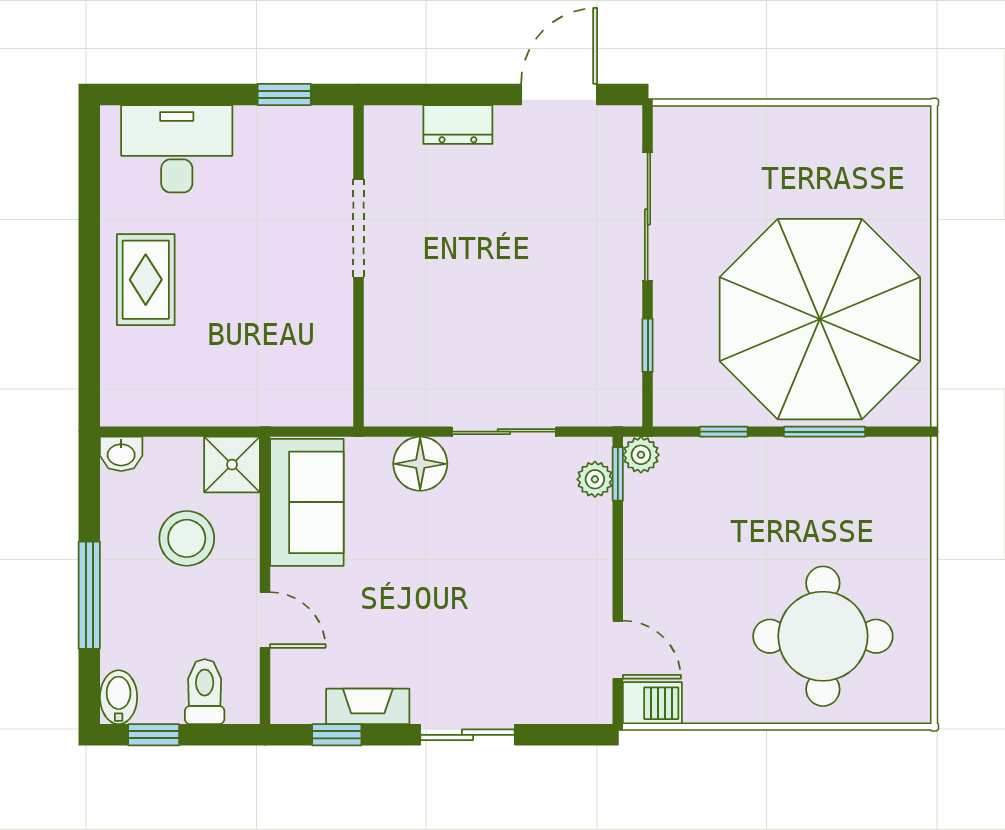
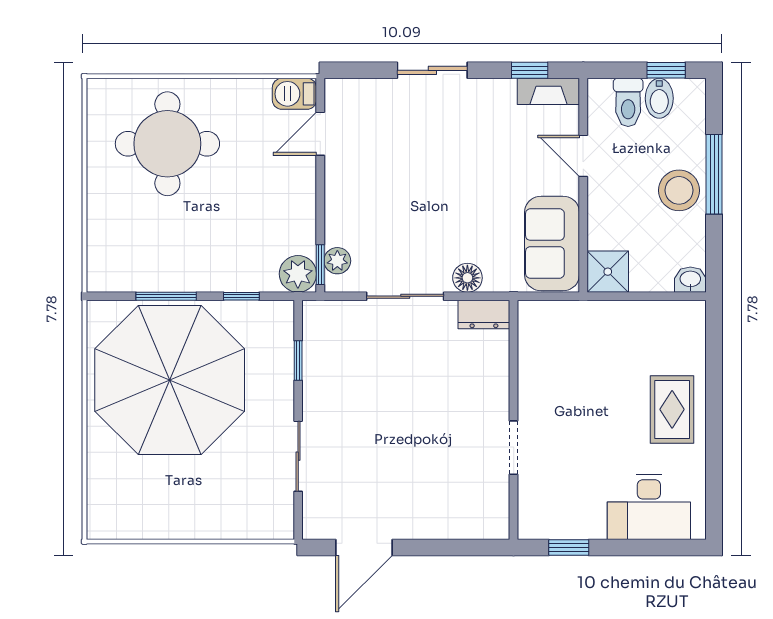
dresser: (458, 125) -> (484, 315), moved, turned 180
sliding door: (648, 217) -> (298, 456), width x0.73
doorway: (358, 228) -> (514, 448), width x0.73
plant: (641, 455) -> (298, 274), width x1.38, depth x1.38
floor lamp: (420, 464) -> (467, 278), width x0.73, depth x0.73
stool: (187, 538) -> (679, 190), moved
door: (618, 650) -> (320, 134), hinge flipped
bidet: (119, 697) -> (659, 98), moved
fireplace: (368, 706) -> (548, 91), moved

